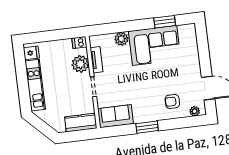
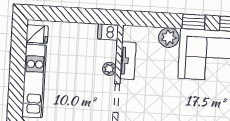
window: (136, 25) -> (194, 22), added
plant: (80, 64) -> (109, 69), width x0.53, depth x0.53

